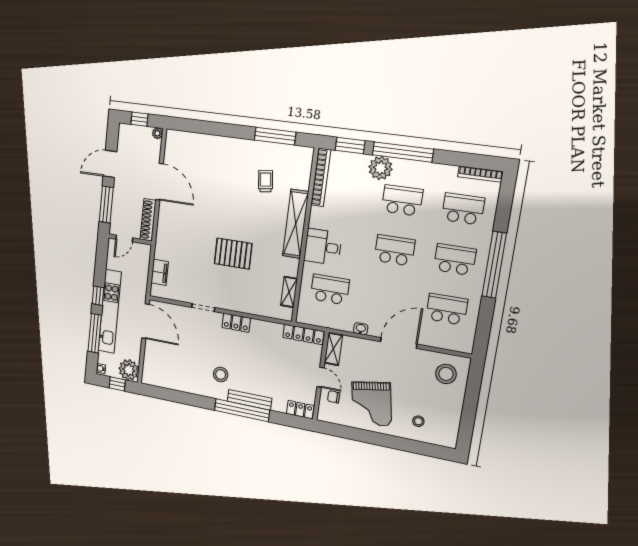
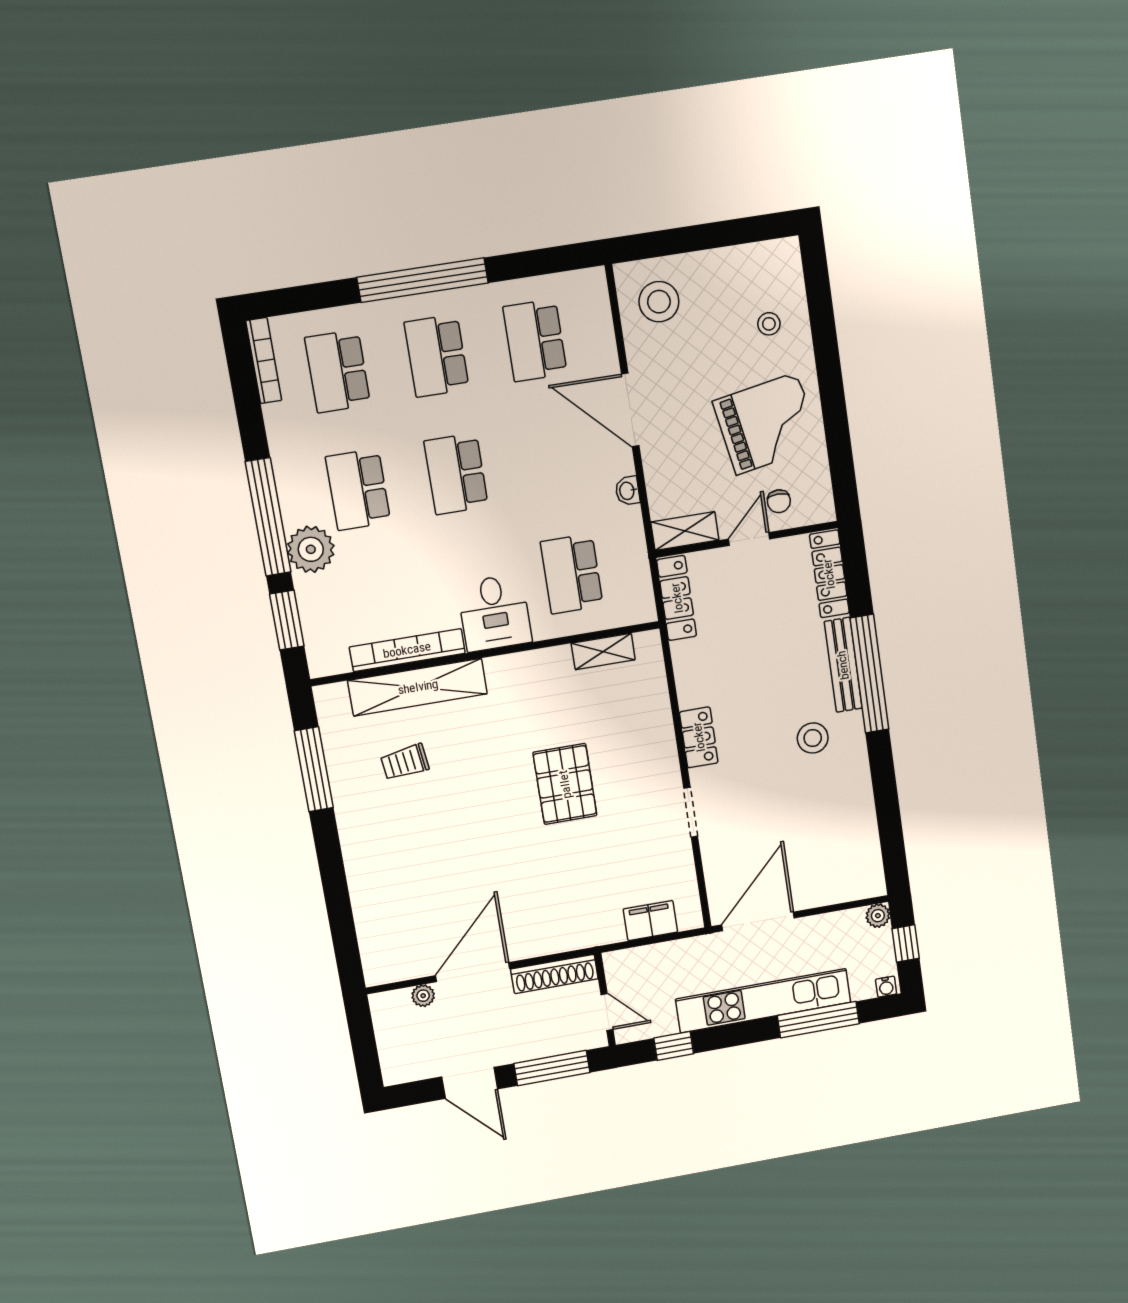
window: (139, 119) -> (364, 1047), removed
plant: (157, 133) -> (423, 996), moved
bookcase: (321, 177) -> (407, 650), moved
shelving: (296, 224) -> (418, 687), moved
window: (98, 296) -> (674, 1046), moved
plant: (129, 370) -> (878, 916), width x0.53, depth x0.53
locker: (300, 410) -> (829, 574), width x1.53

